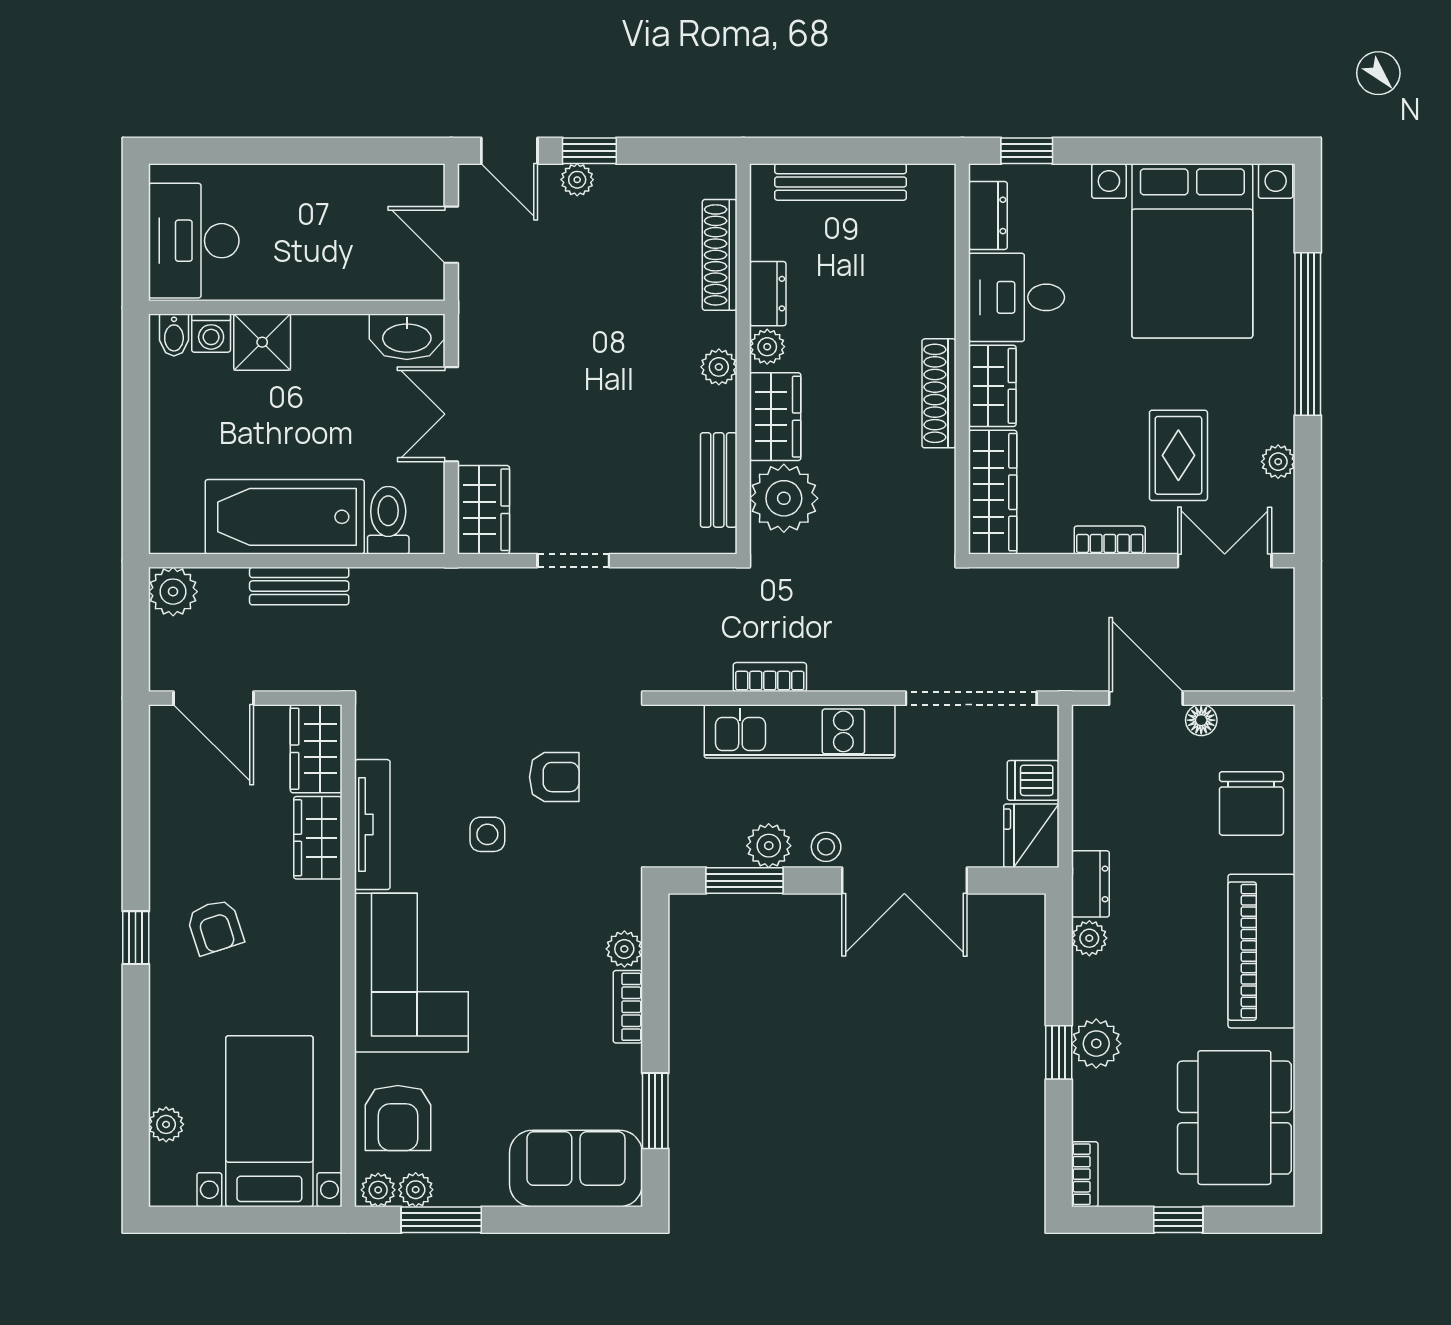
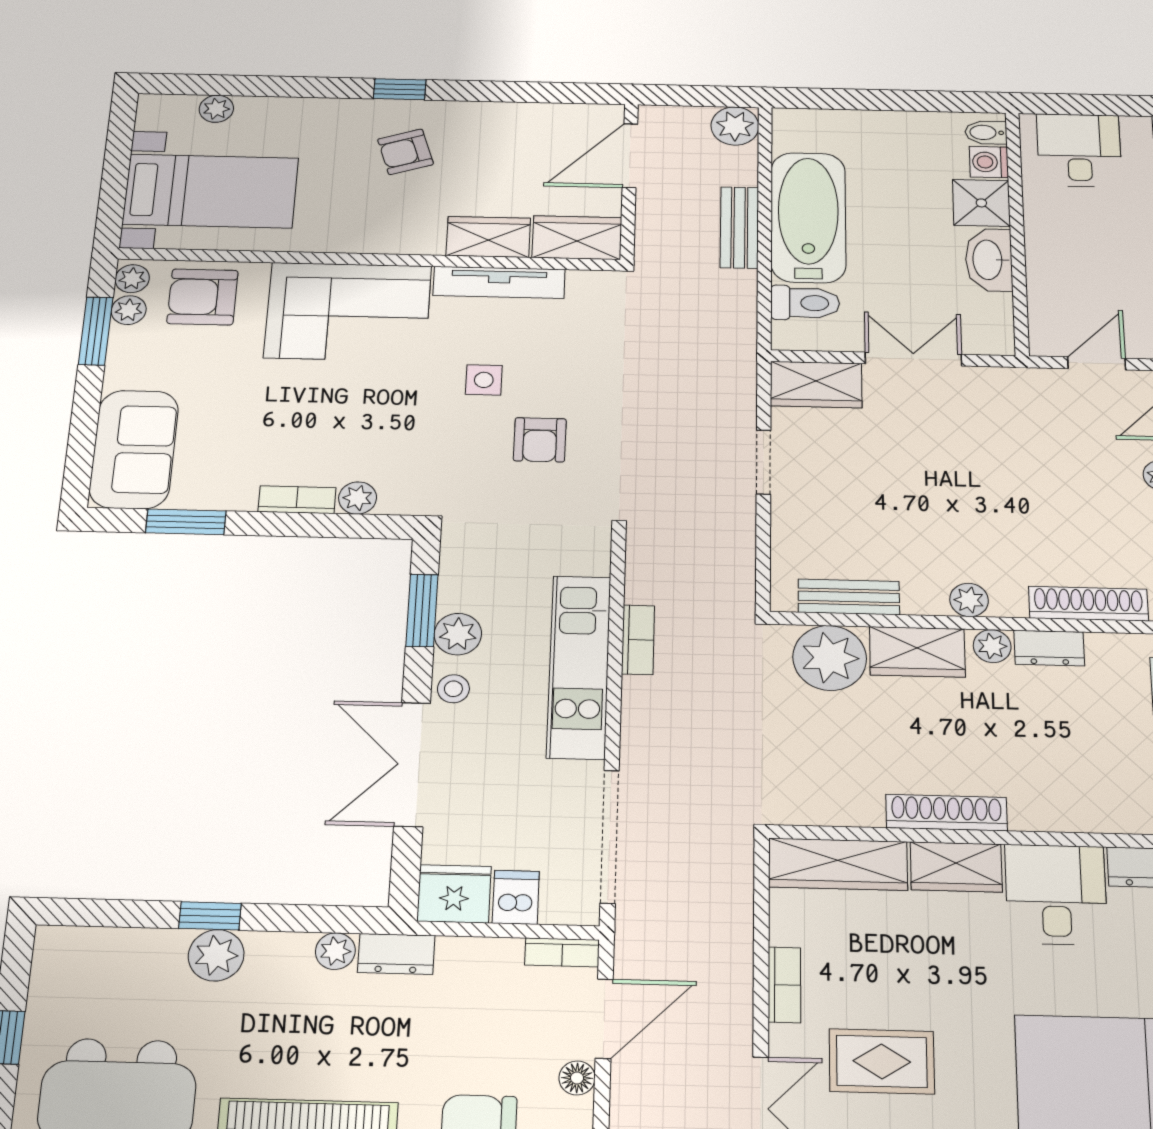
desk: (194, 241) -> (1079, 150), width x0.73
washbasin: (407, 337) -> (989, 260), moved
bookcase: (1085, 1174) -> (562, 952), moved

